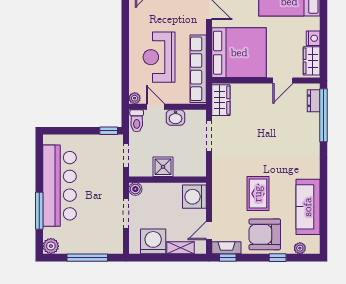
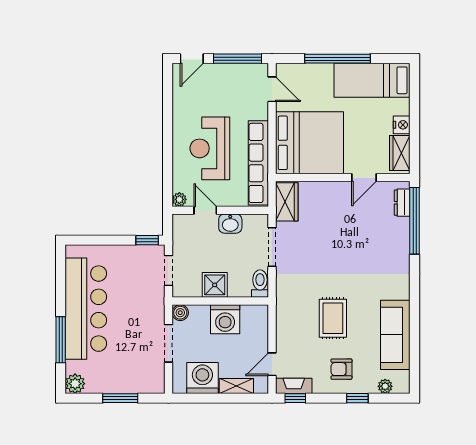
toilet: (137, 121) -> (260, 283), moved, turned 180
washing machine: (194, 197) -> (225, 319), moved, turned -90
armchair: (265, 234) -> (341, 369), width x0.53, depth x0.53
window: (87, 258) -> (120, 398), width x0.69

